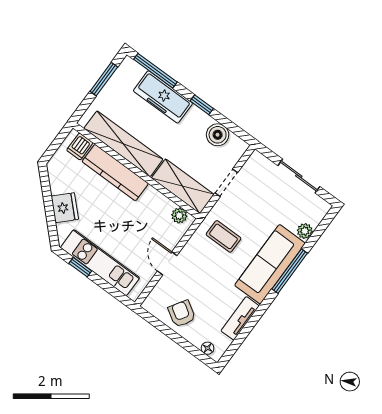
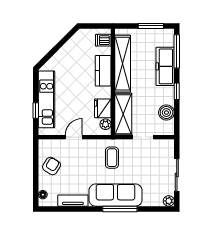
kitchen counter: (115, 173) -> (103, 71), width x0.67
fridge: (65, 208) -> (103, 108), moved, turned 135
plant: (305, 231) -> (169, 201), moved
window: (80, 267) -> (36, 110), moved

